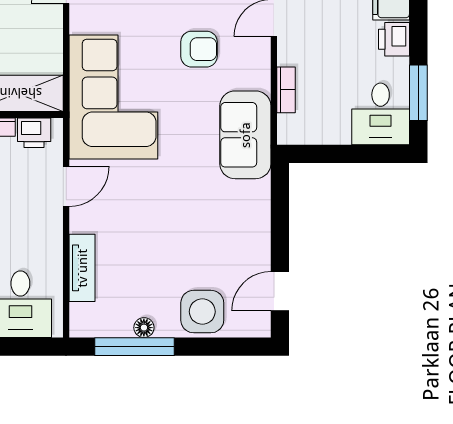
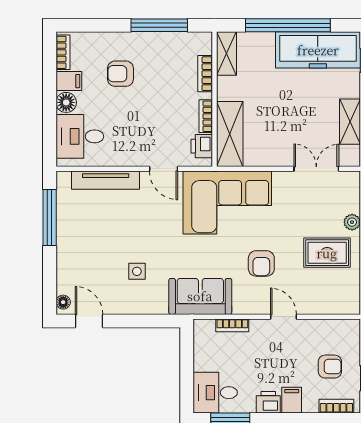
tv unit: (82, 268) -> (106, 180), width x1.41
side table: (202, 312) -> (137, 271), moved, width x0.54, depth x0.54
floor lamp: (144, 328) -> (63, 302), moved

